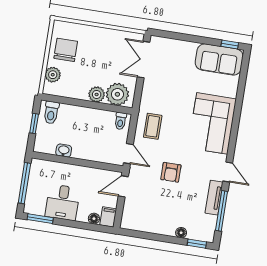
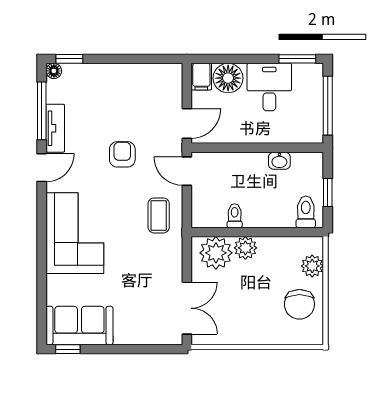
toilet: (120, 121) -> (235, 216), moved
door: (228, 172) -> (42, 168), swing flipped
floor lamp: (94, 219) -> (228, 78), width x1.89, depth x1.89
floor lamp: (181, 233) -> (54, 71), moved

